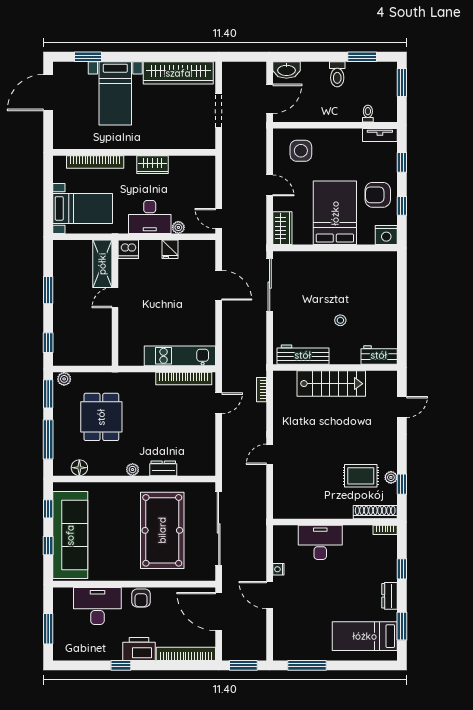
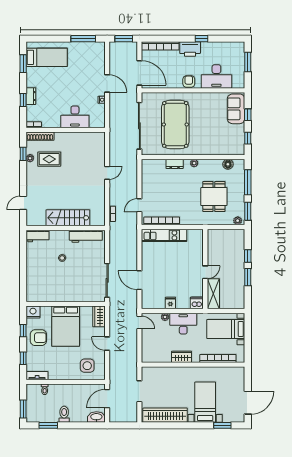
window: (48, 343) -> (248, 256), moved
sofa: (70, 535) -> (236, 109), width x0.54, depth x0.79
dresser: (389, 596) -> (31, 96), moved

